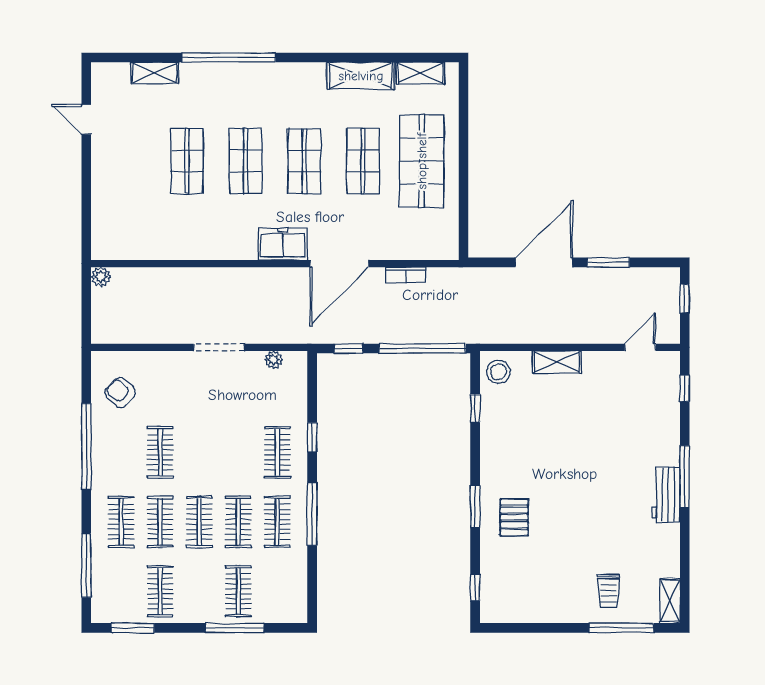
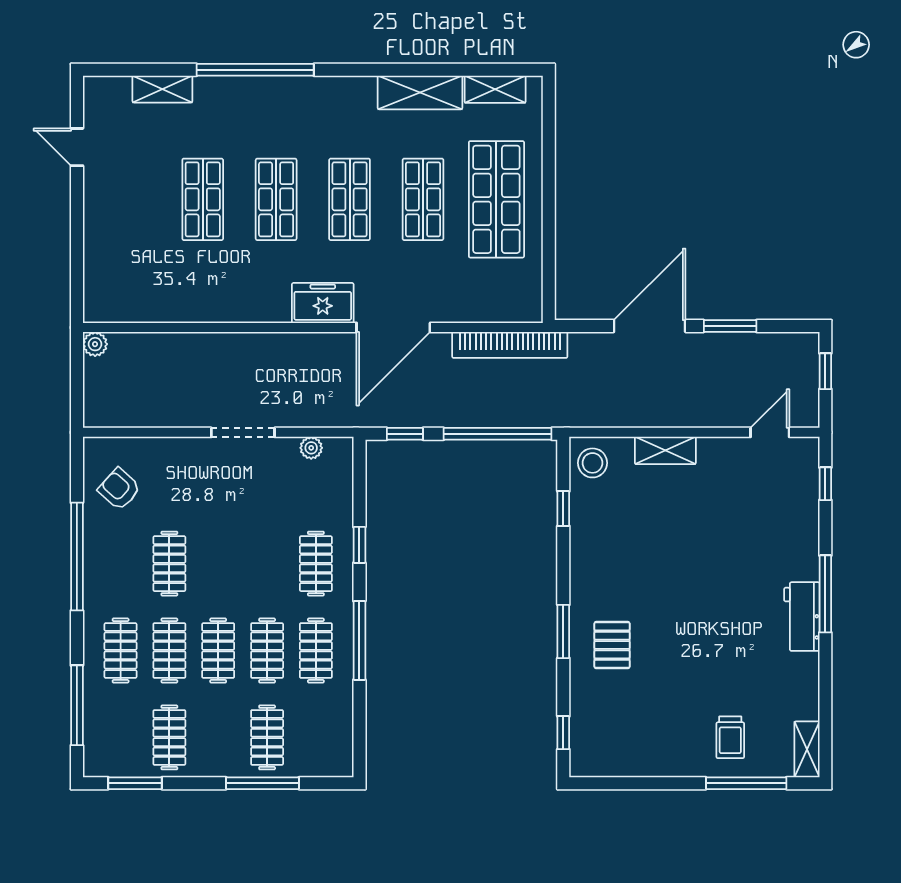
bookcase: (406, 275) -> (510, 345), width x2.31, depth x1.31

